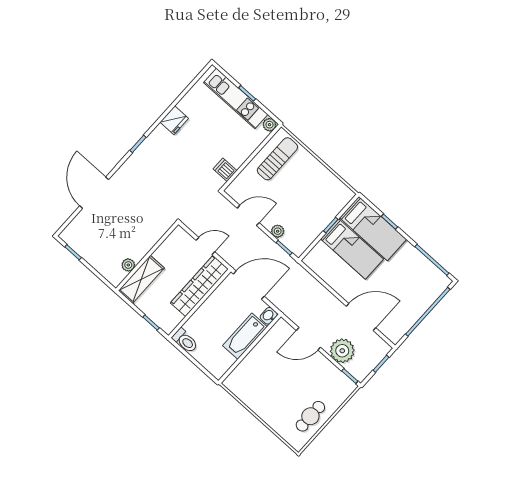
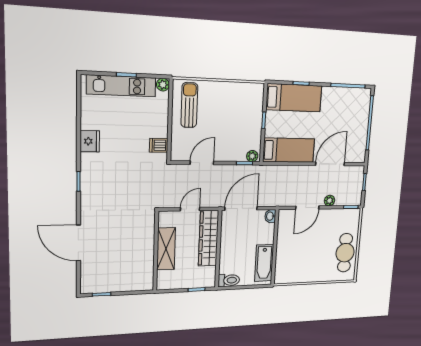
plant: (278, 231) -> (252, 156), moved
bed: (352, 249) -> (289, 150), moved
plant: (128, 265) -> (148, 268), removed
shelving: (141, 279) -> (166, 249), moved
bathtub: (245, 336) -> (264, 263), moved
plant: (342, 351) -> (329, 201), width x0.53, depth x0.53
cafe table: (310, 416) -> (345, 253), width x1.37, depth x1.35

